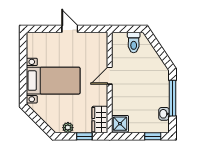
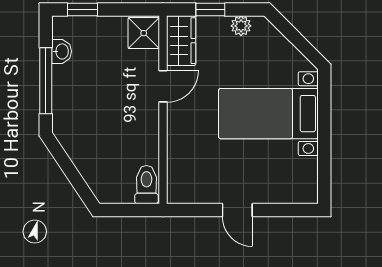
toilet: (134, 42) -> (146, 185), moved
door: (110, 76) -> (163, 86), moved

